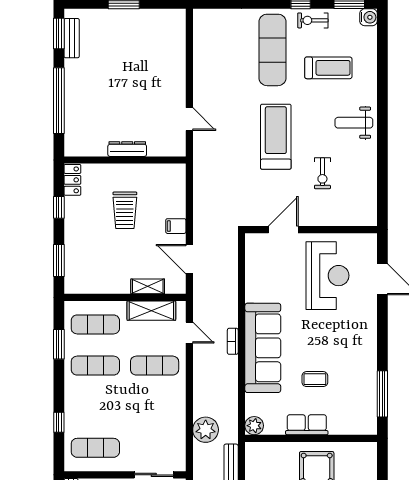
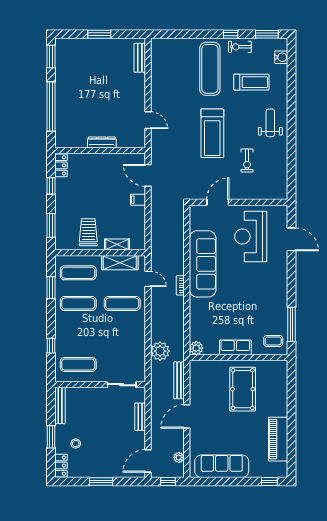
water cooler: (369, 17) -> (281, 57), moved
bench: (72, 38) -> (140, 58), moved
weight bench: (354, 123) -> (270, 123), turned 90
treadmill: (276, 137) -> (212, 133), turned 180
trolley: (125, 210) -> (88, 232), moved, turned 180
door: (189, 259) -> (148, 175), moved
reception desk: (327, 276) -> (251, 237), turned 180
sofa: (263, 348) -> (203, 264), moved
coffee table: (315, 379) -> (273, 341), moved

